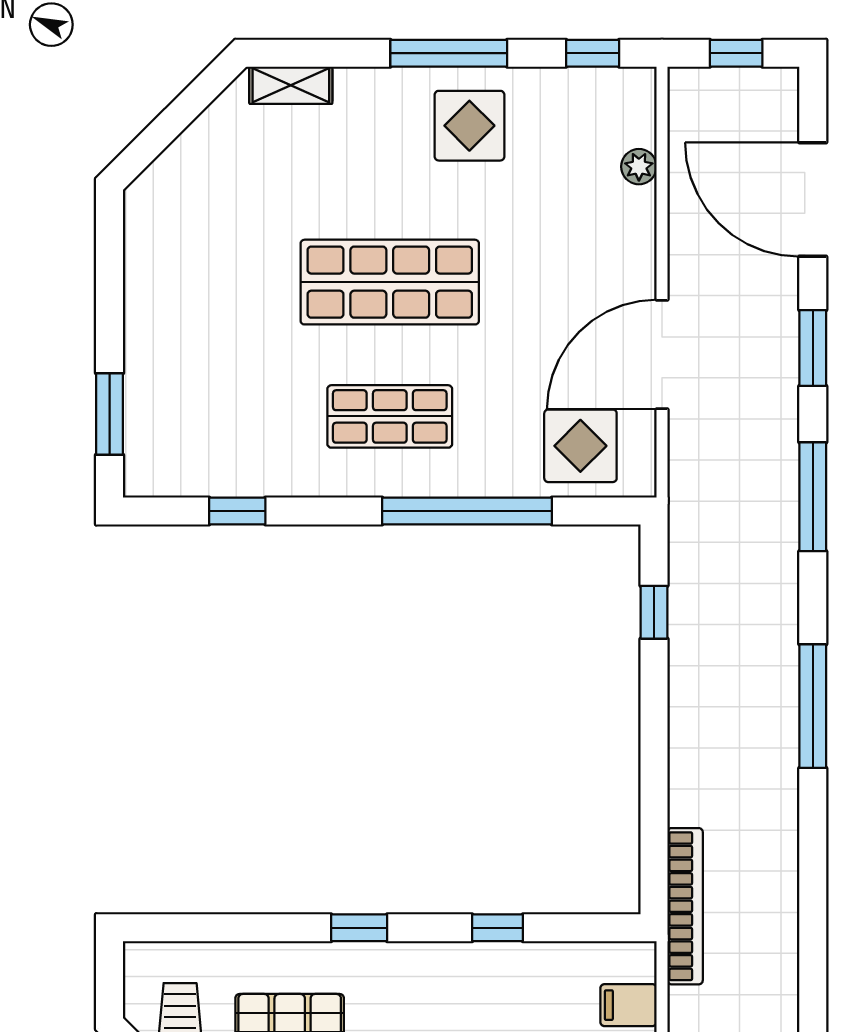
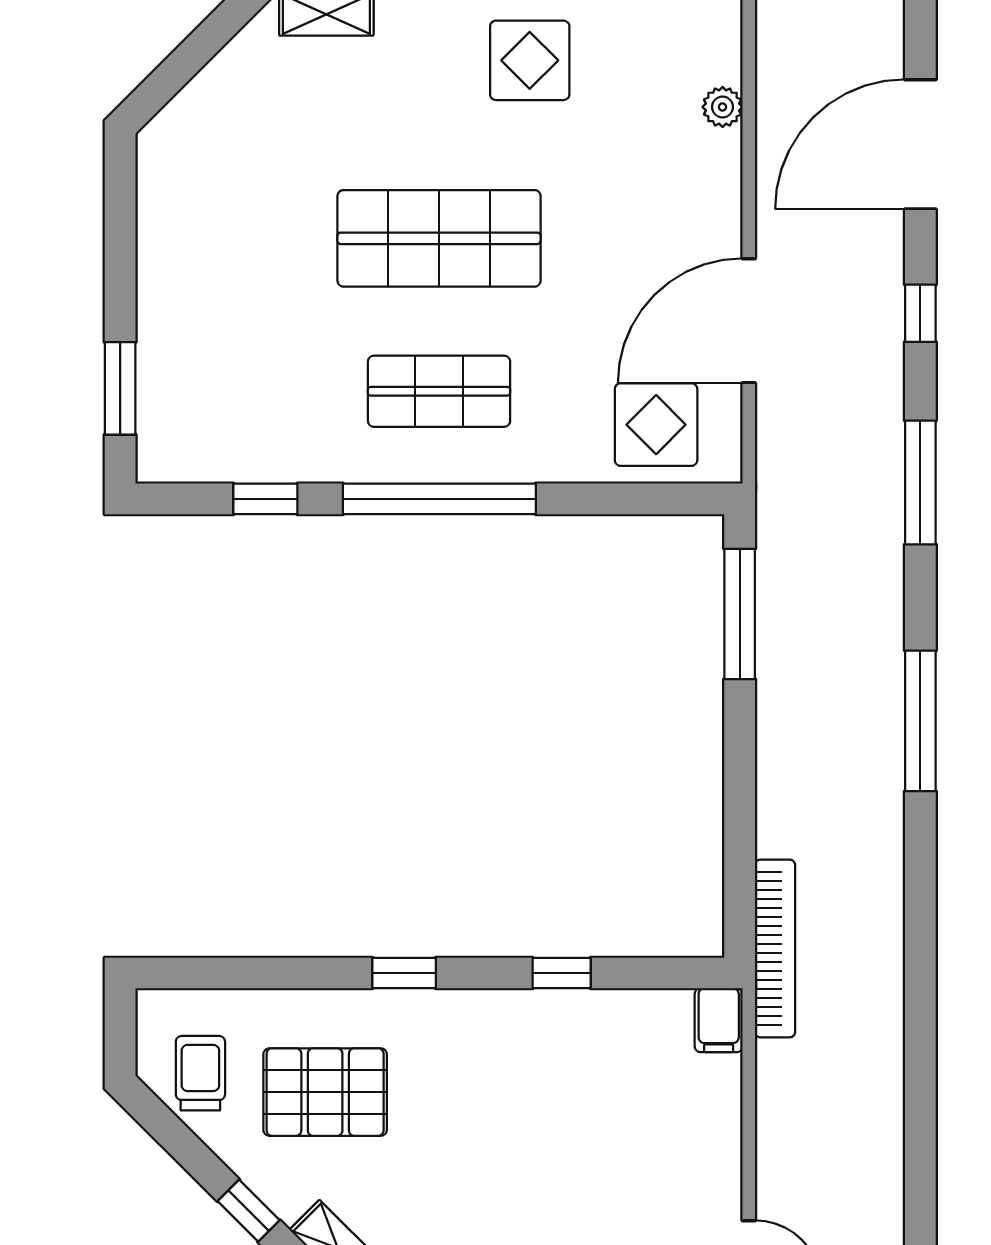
door: (813, 199) -> (920, 144), hinge flipped
window: (813, 348) -> (920, 313), width x0.67
window: (467, 511) -> (439, 499), moved
window: (654, 612) -> (740, 614), width x2.17
filing cabinet: (629, 1005) -> (719, 1020), moved, turned -90

